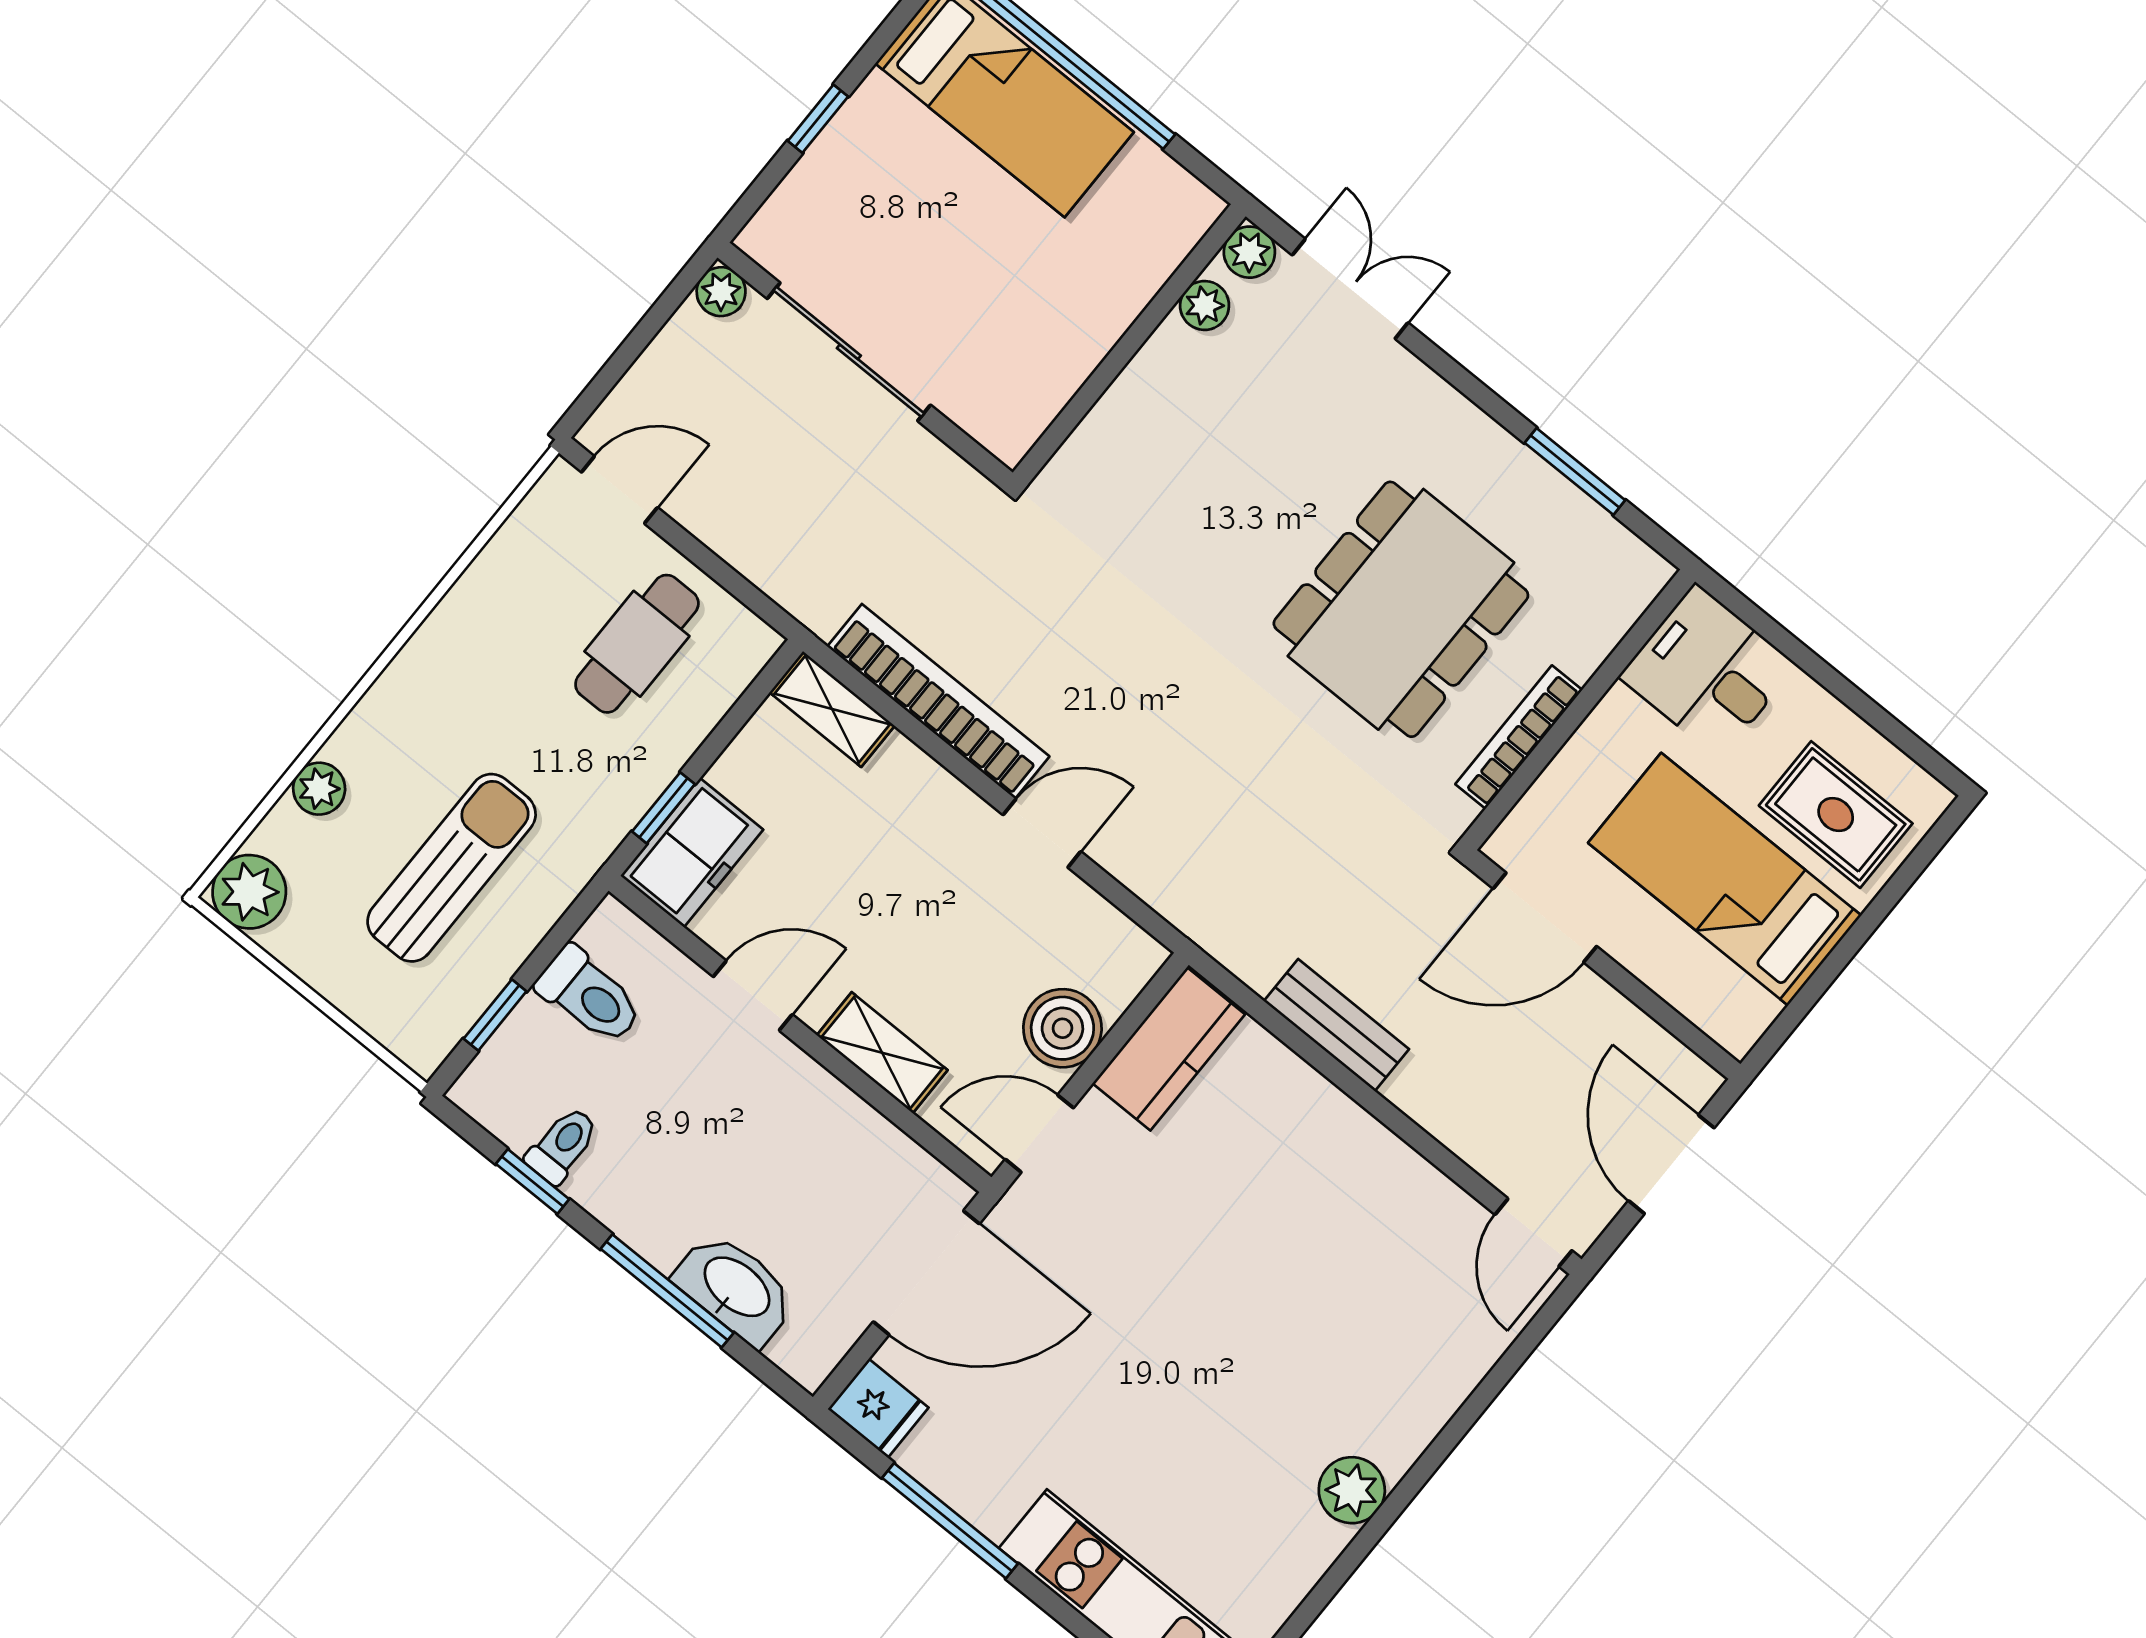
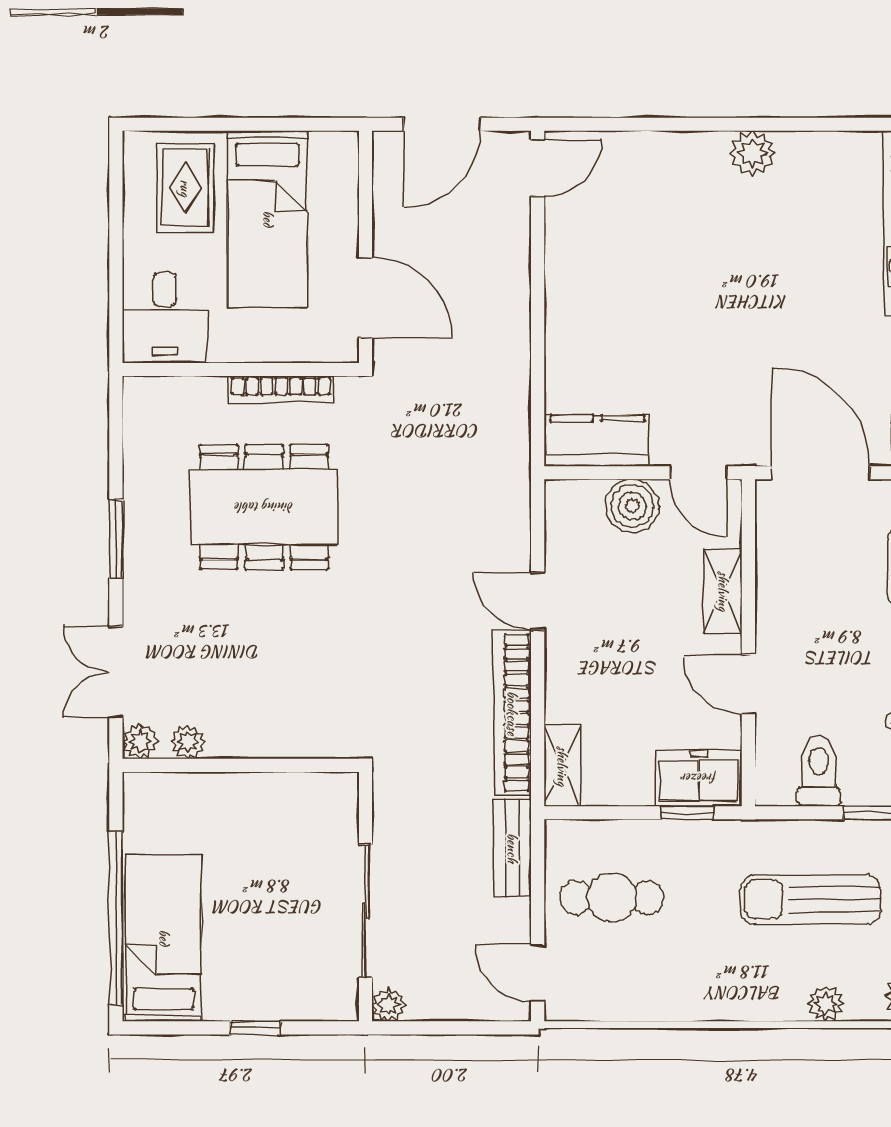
window: (1575, 471) -> (116, 539), moved
bench: (1336, 1025) -> (512, 848), moved

